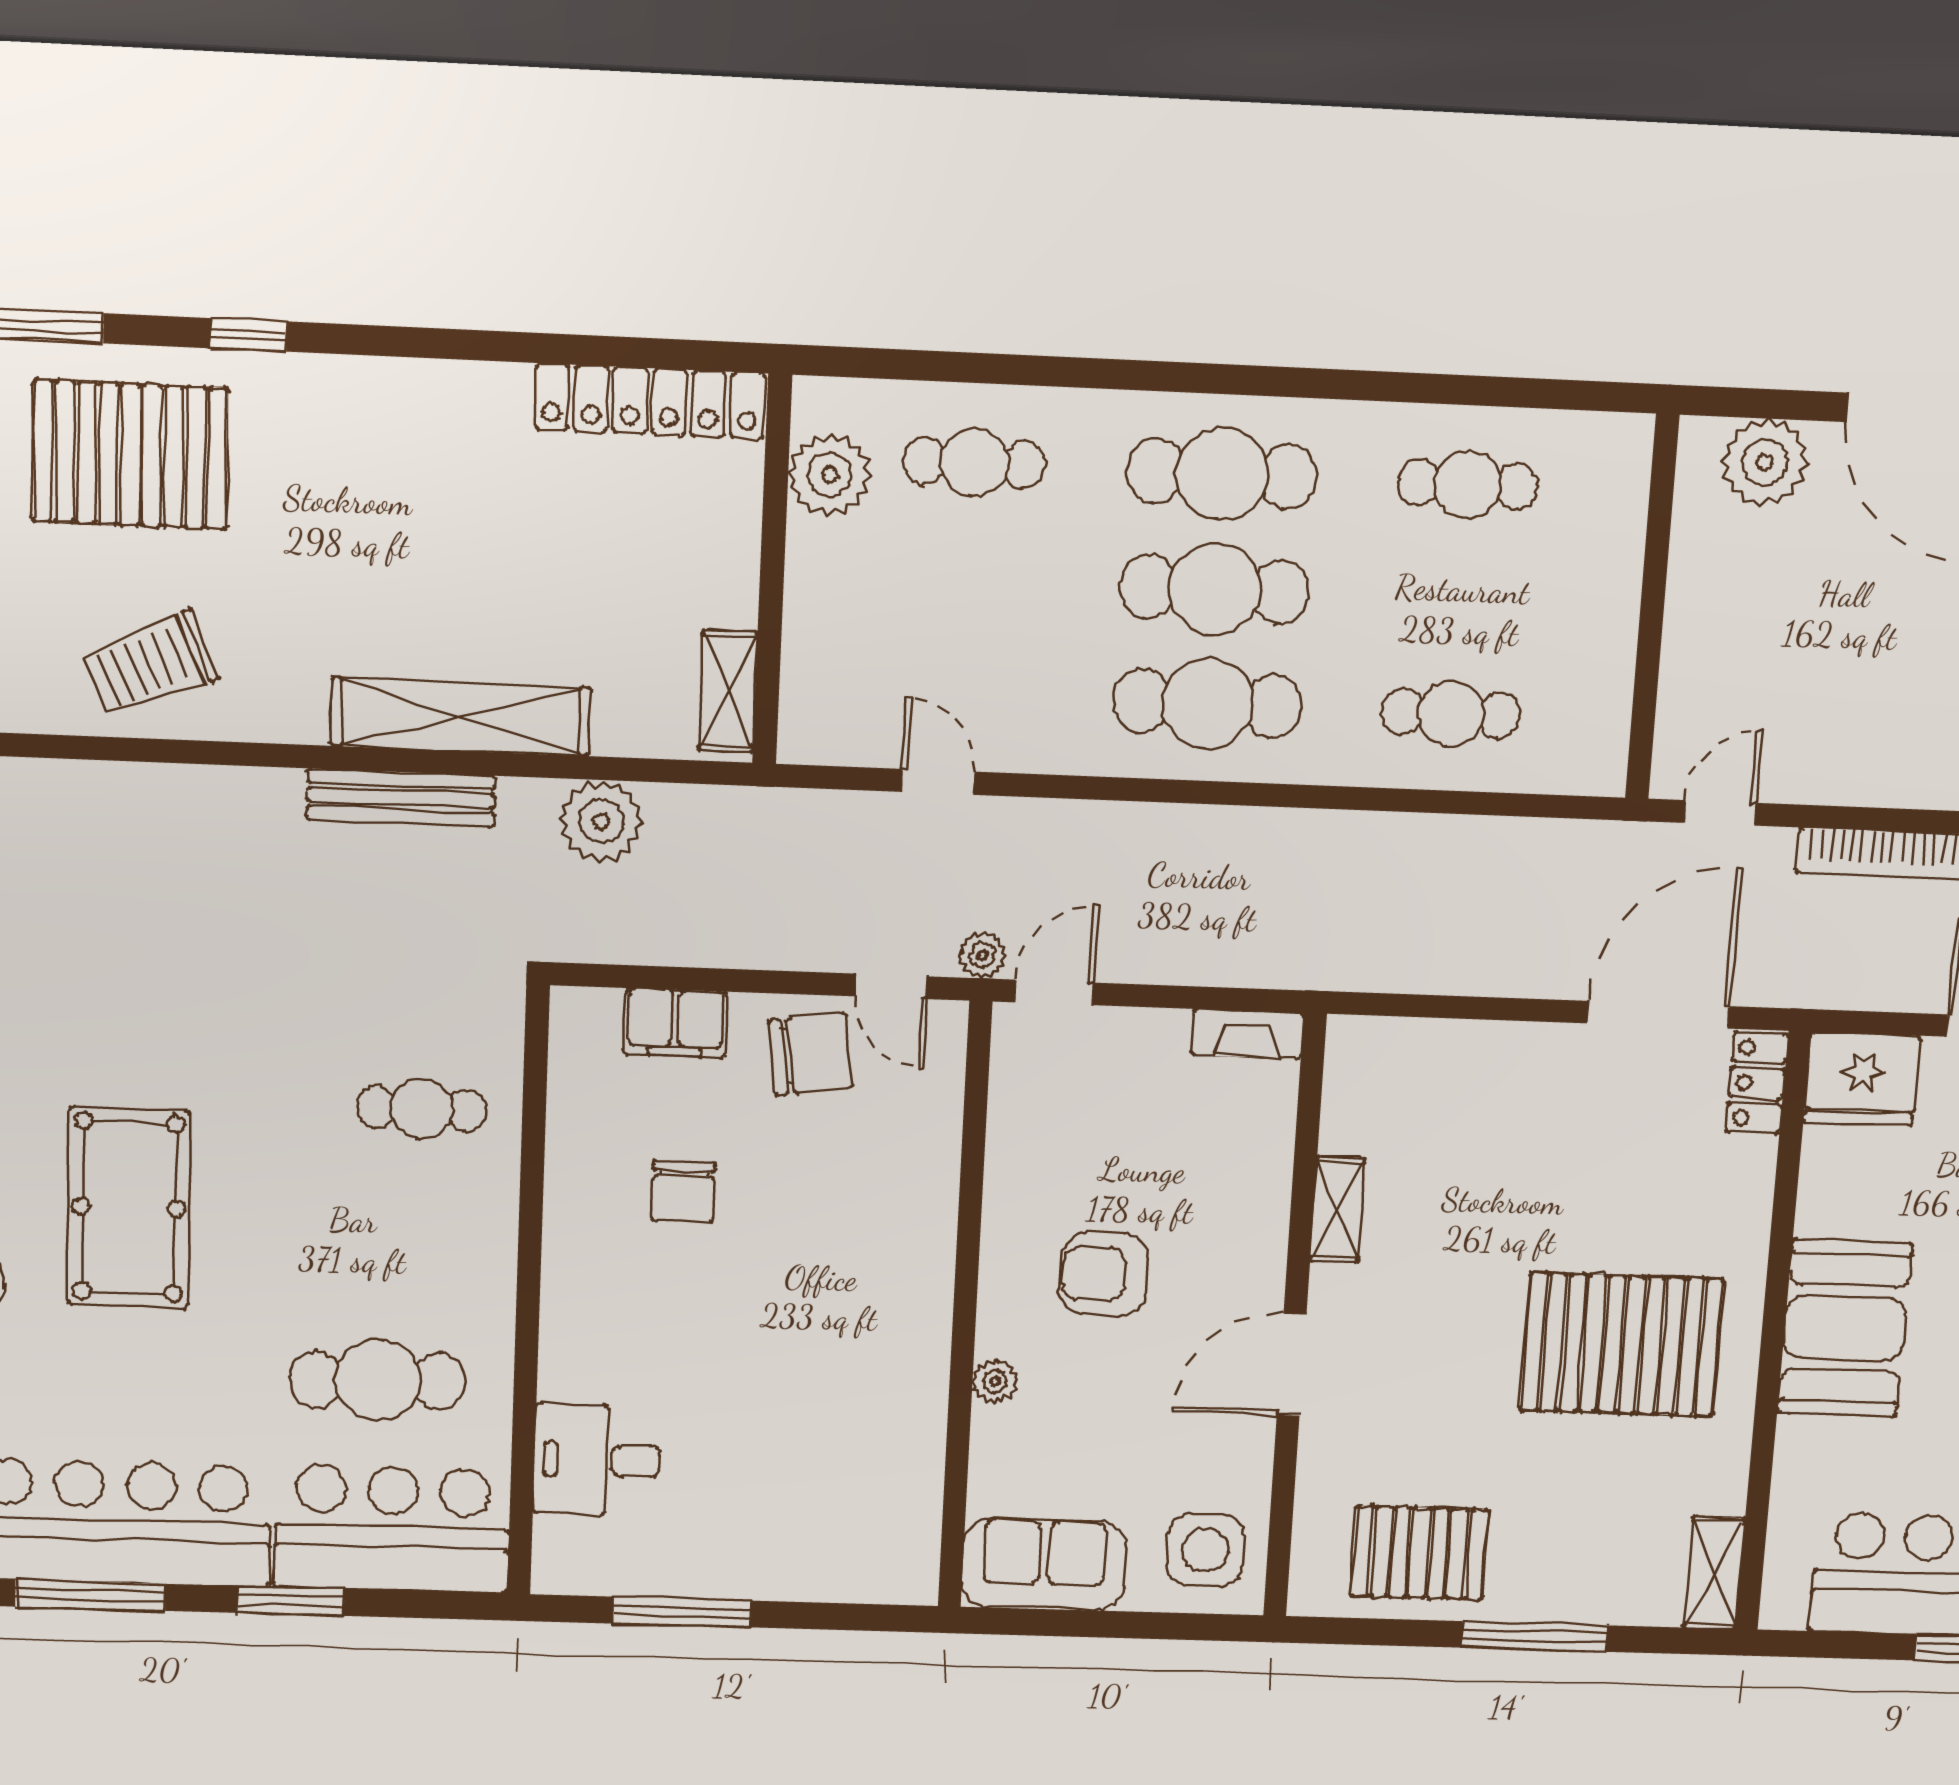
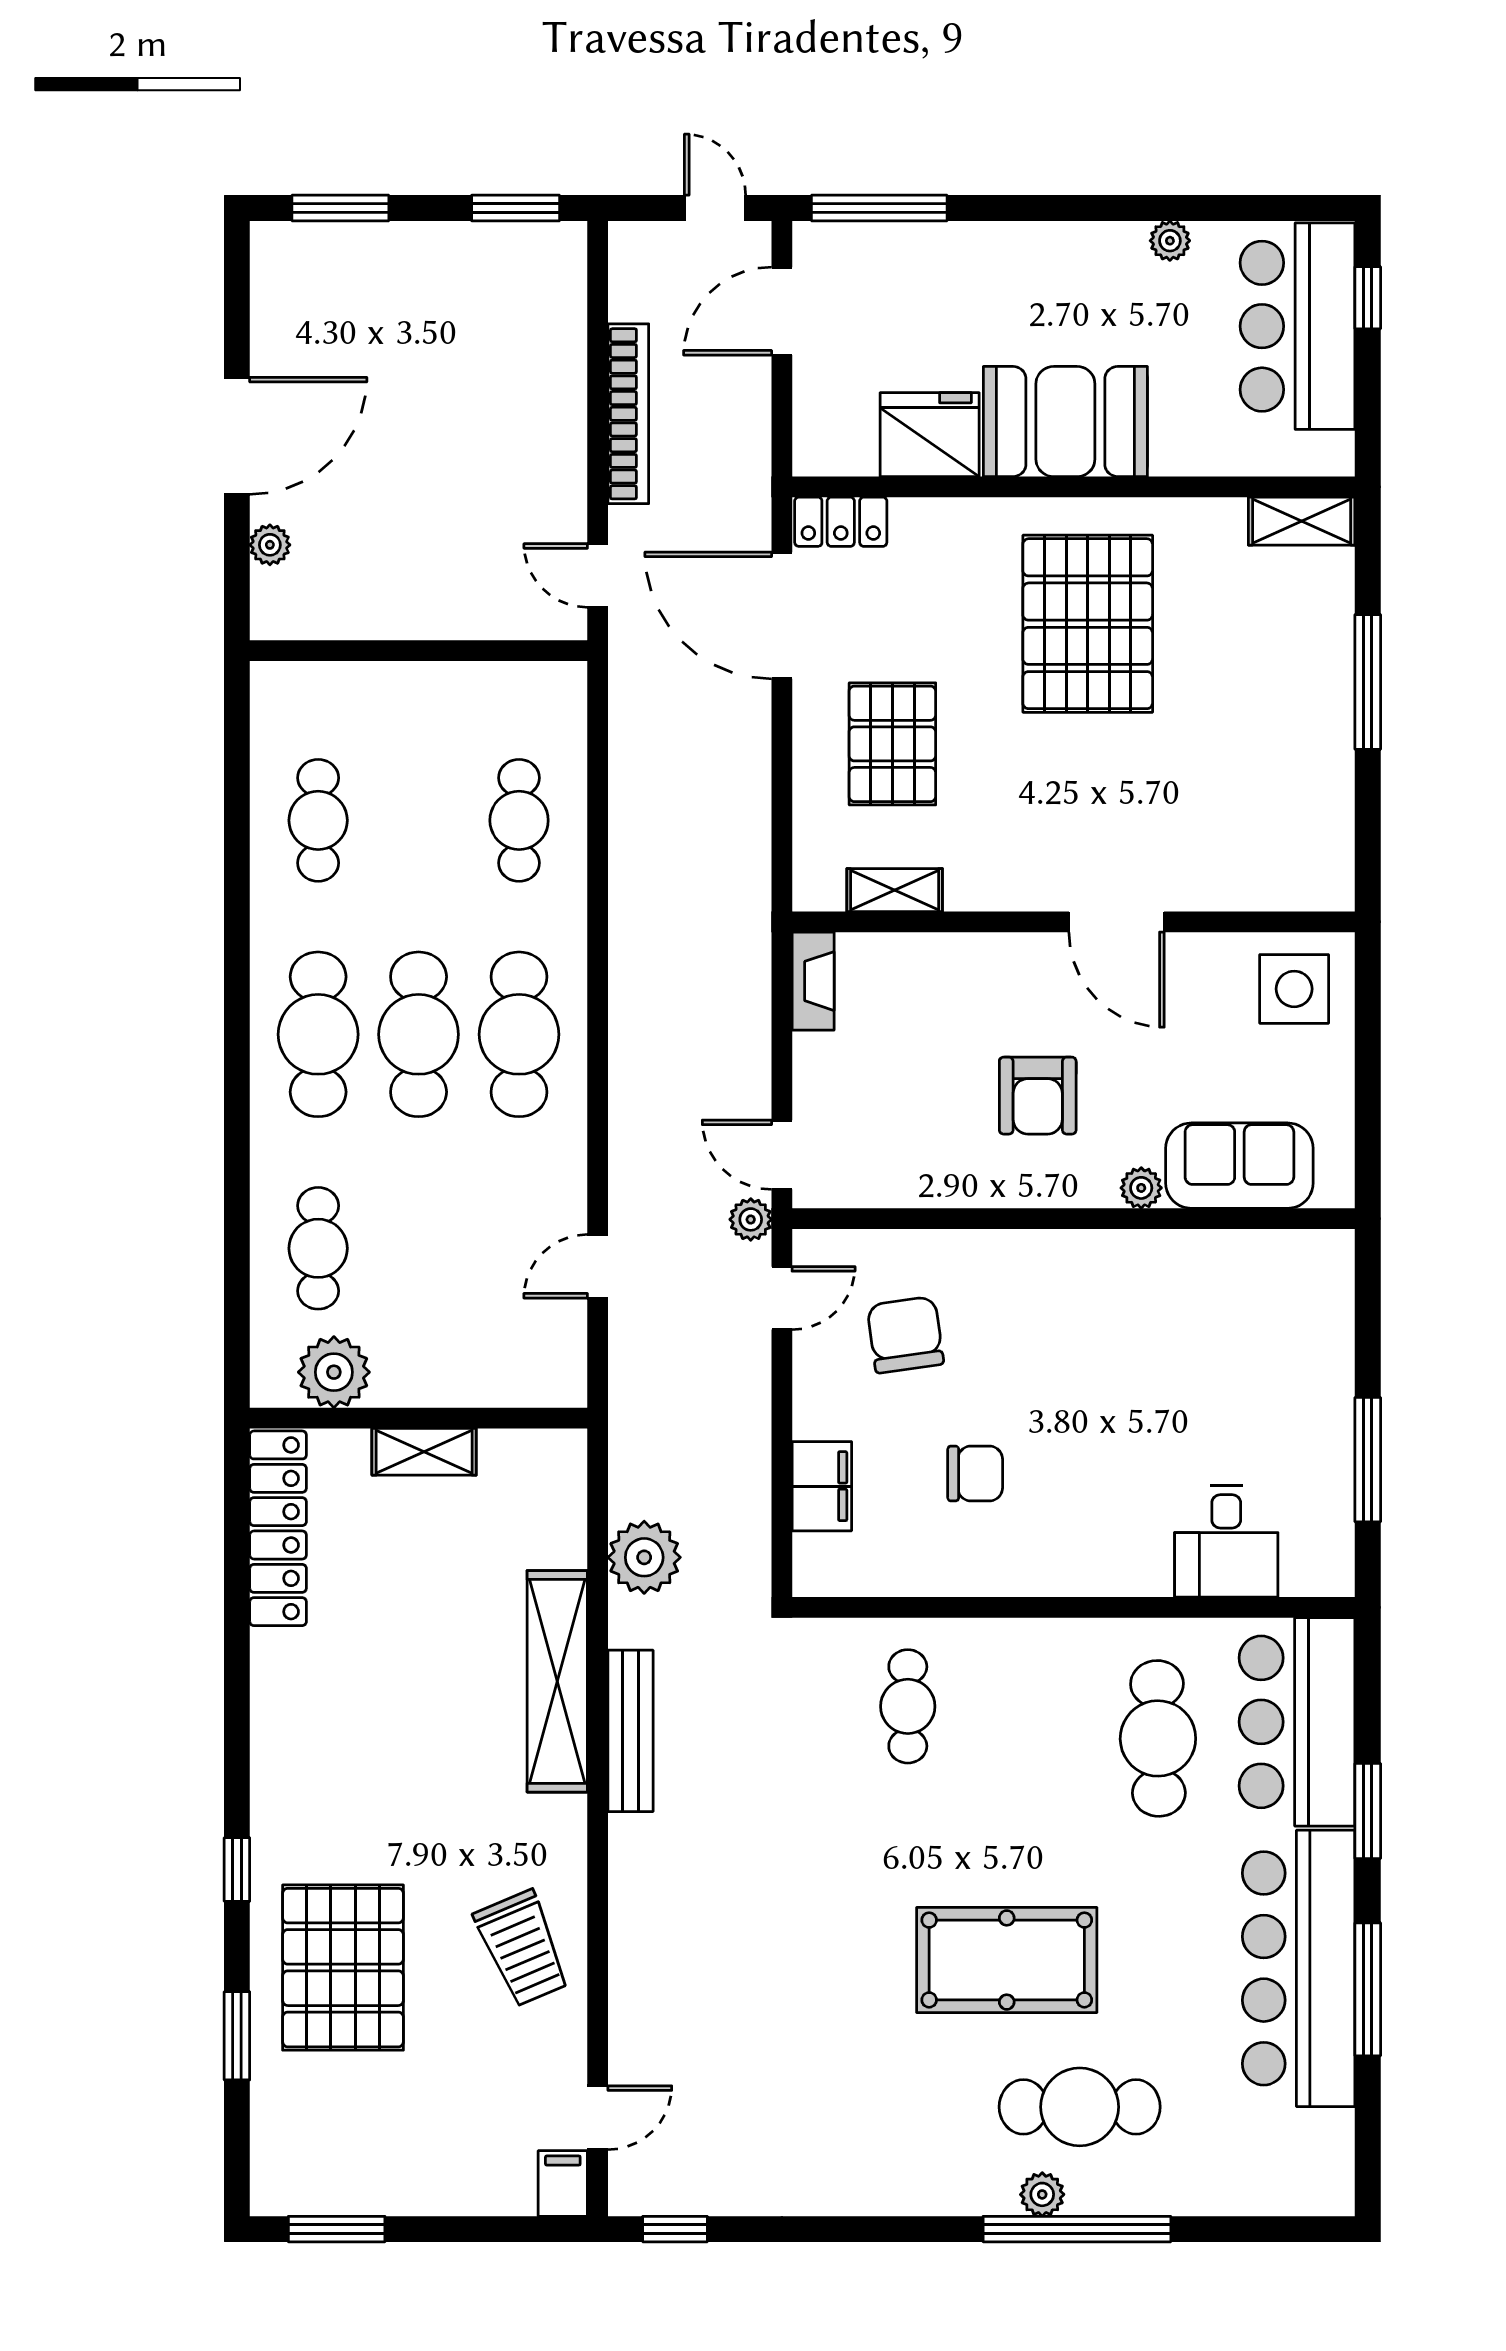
plant: (1765, 462) -> (270, 545), width x0.53, depth x0.53
shelving: (728, 691) -> (424, 1452), moved
chair: (810, 1054) -> (905, 1335), moved
fridge: (1862, 1079) -> (930, 435), moved, turned -90
shelving: (1337, 1210) -> (895, 890), moved
pallet: (1419, 1553) -> (892, 744), moved
sofa: (1044, 1564) -> (1239, 1166), moved, turned 90

